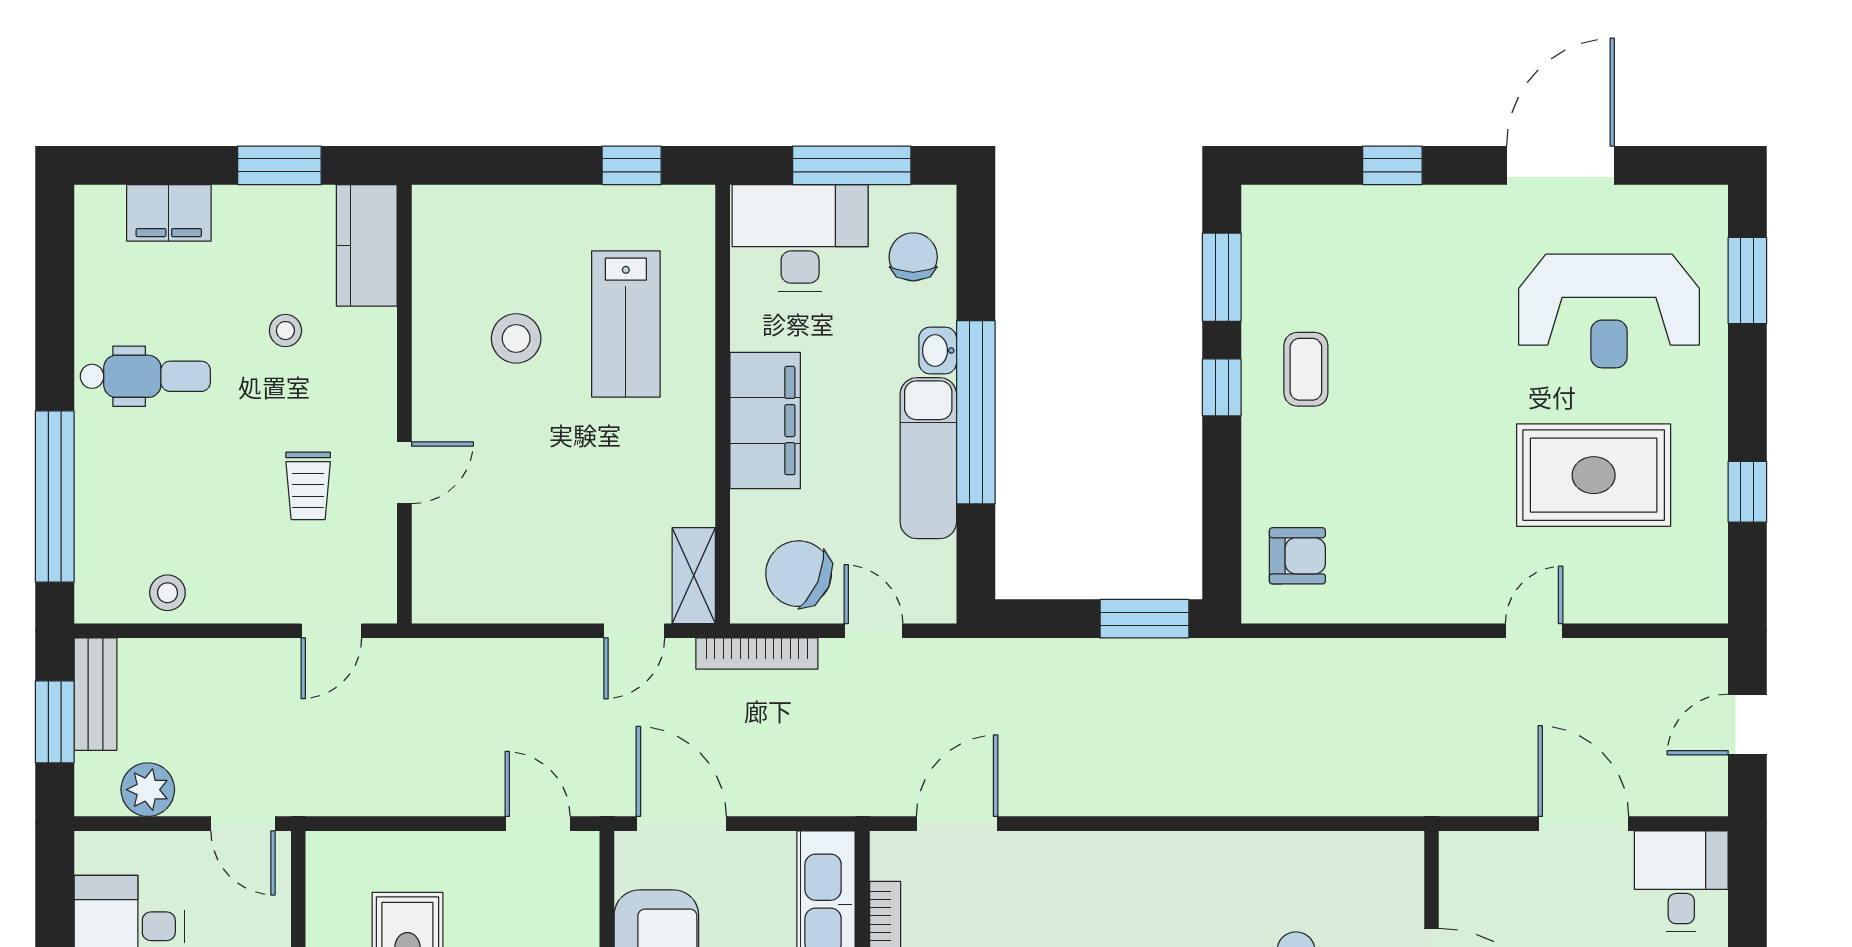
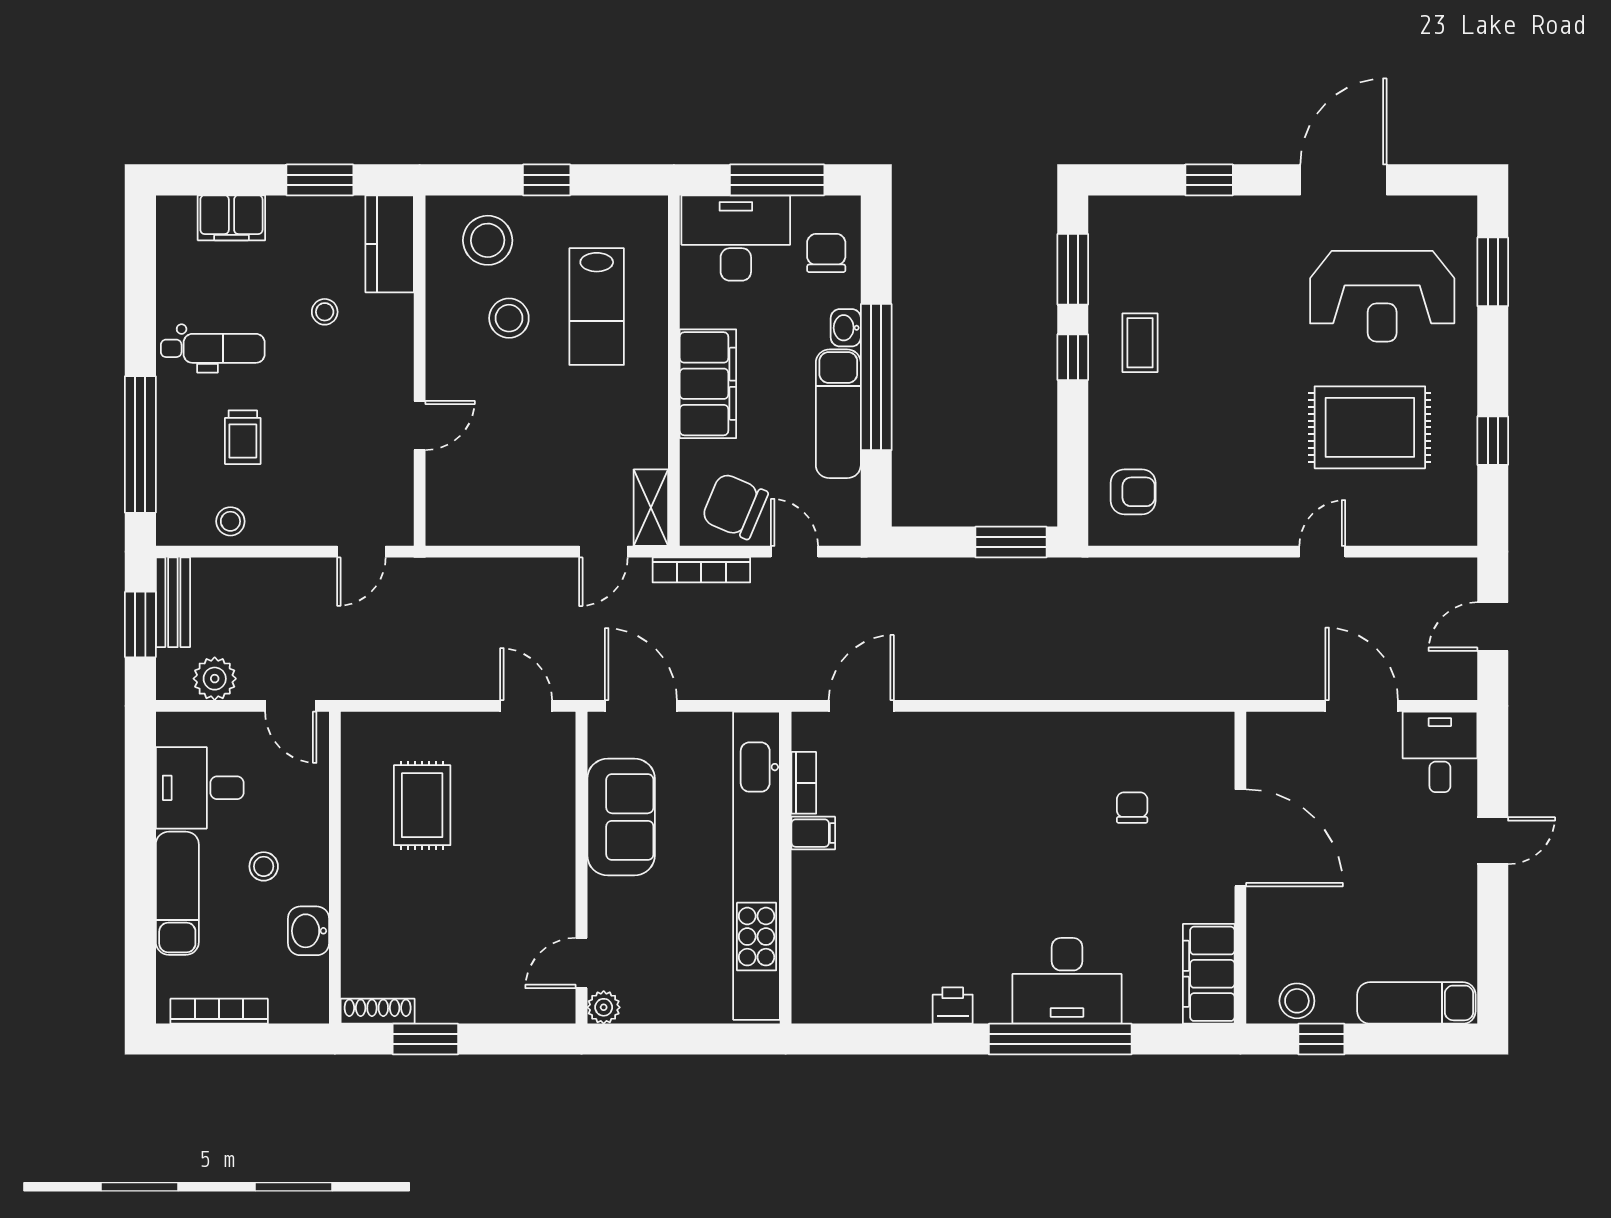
window: (632, 165) -> (547, 180), moved
stool: (489, 241) -> (488, 240), added
trolley: (308, 486) -> (243, 437), moved

